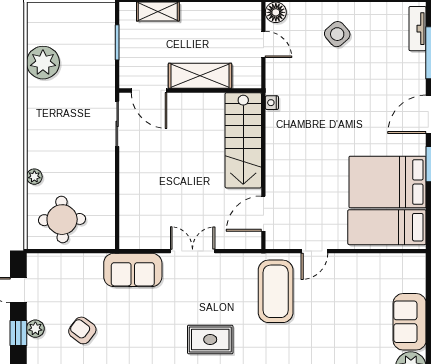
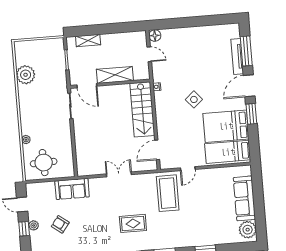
tv unit: (418, 29) -> (237, 56), moved, width x1.41
side table: (337, 34) -> (194, 99), moved
sofa: (133, 270) -> (72, 189), moved
sofa: (410, 322) -> (244, 198), width x1.36

